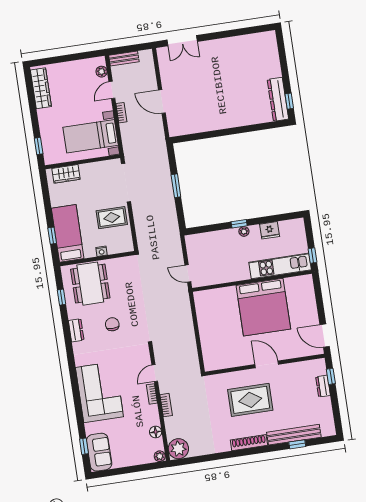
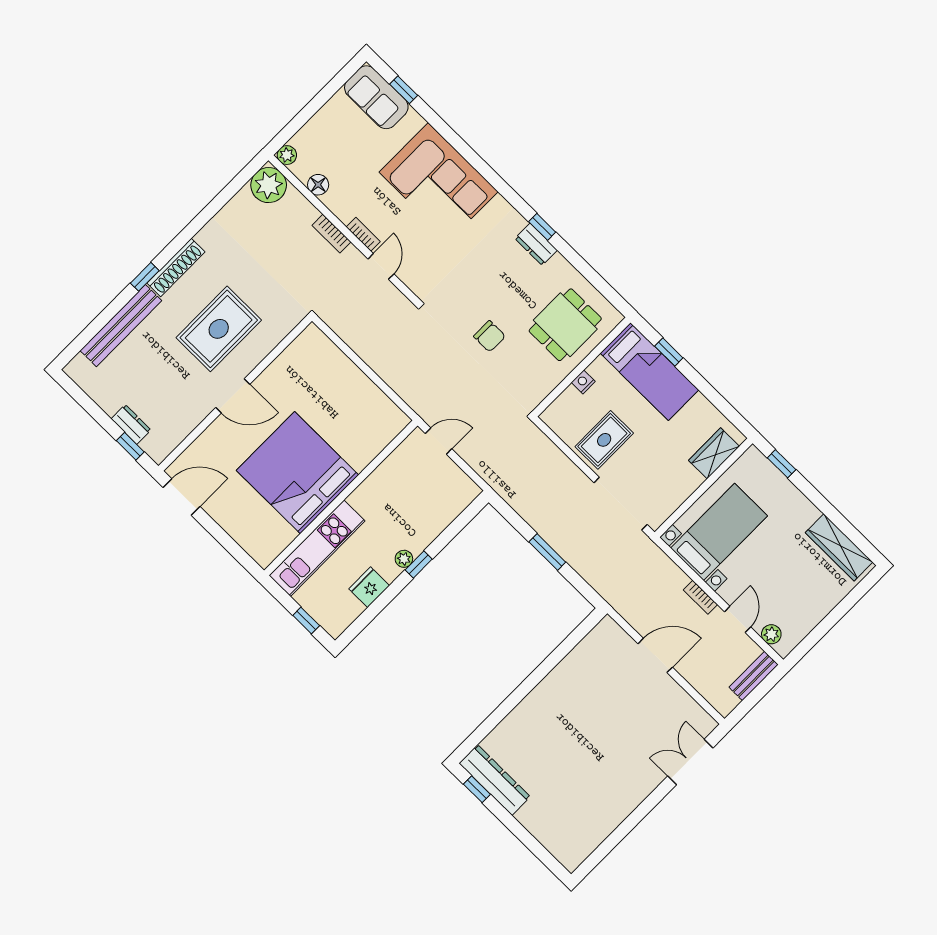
window: (313, 255) -> (306, 620), moved
dining table: (90, 284) -> (565, 325), width x0.73
window: (61, 297) -> (542, 227), moved
chair: (112, 324) -> (490, 336), moved
window: (297, 444) -> (145, 277), moved

